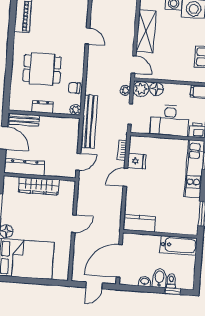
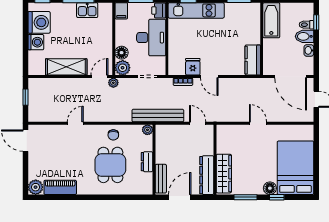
chair: (74, 88) -> (113, 135), moved
plant: (125, 90) -> (113, 83), moved
wardrobe: (39, 186) -> (224, 174), moved

